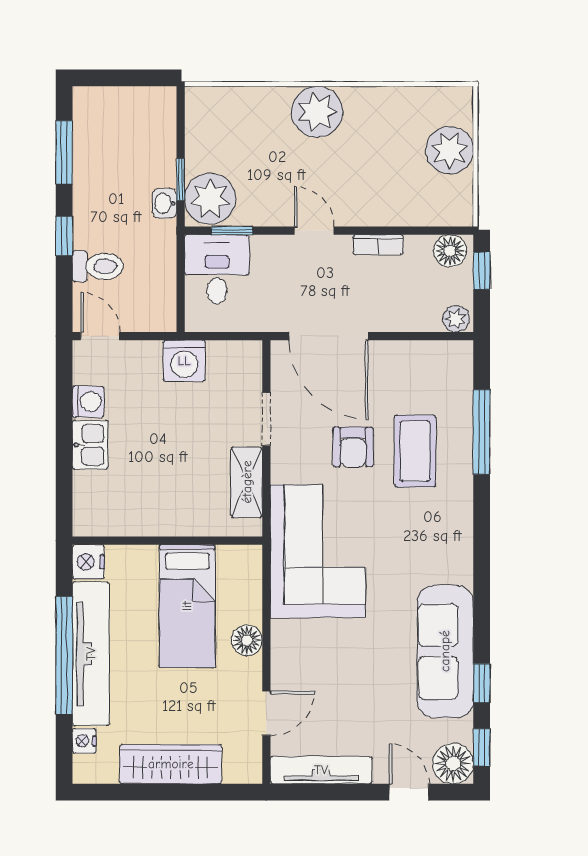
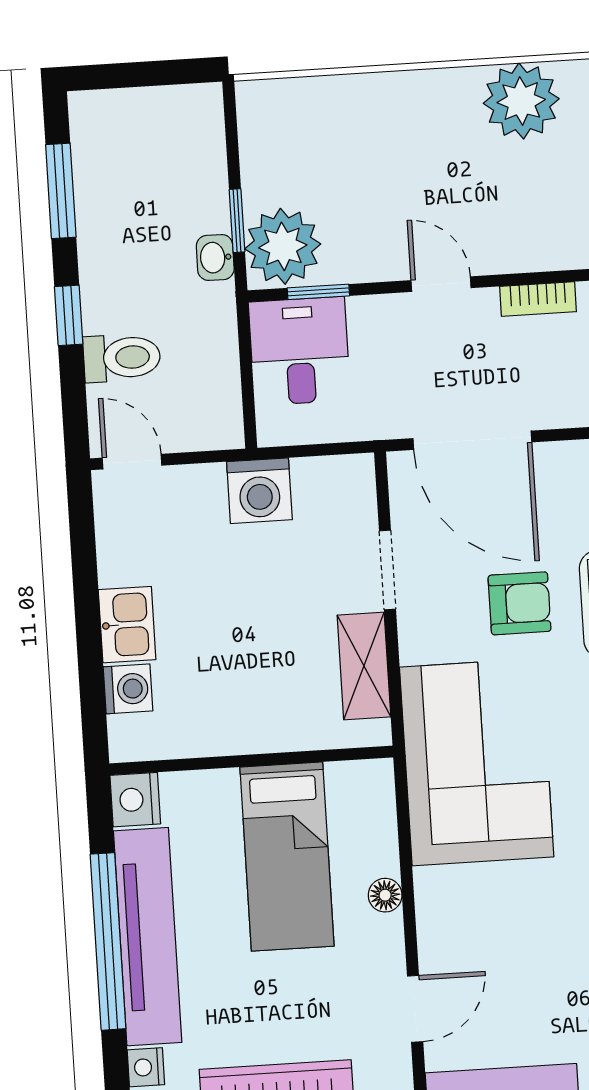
plant: (317, 112) -> (521, 101), moved
washing machine: (88, 402) -> (128, 689), moved
armchair: (353, 447) -> (519, 603), turned -90
floor lamp: (247, 640) -> (385, 895), width x0.73, depth x0.73

